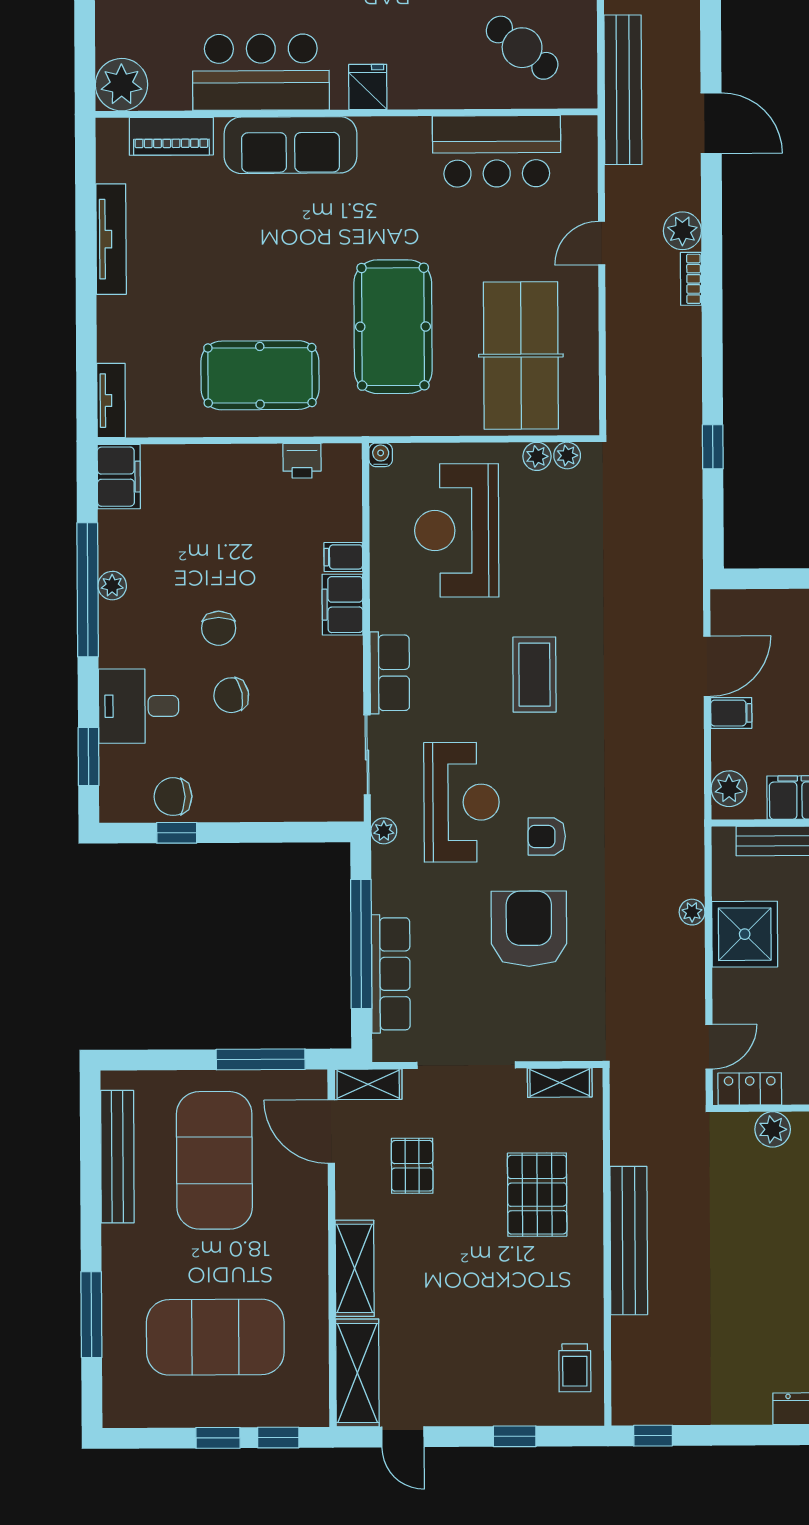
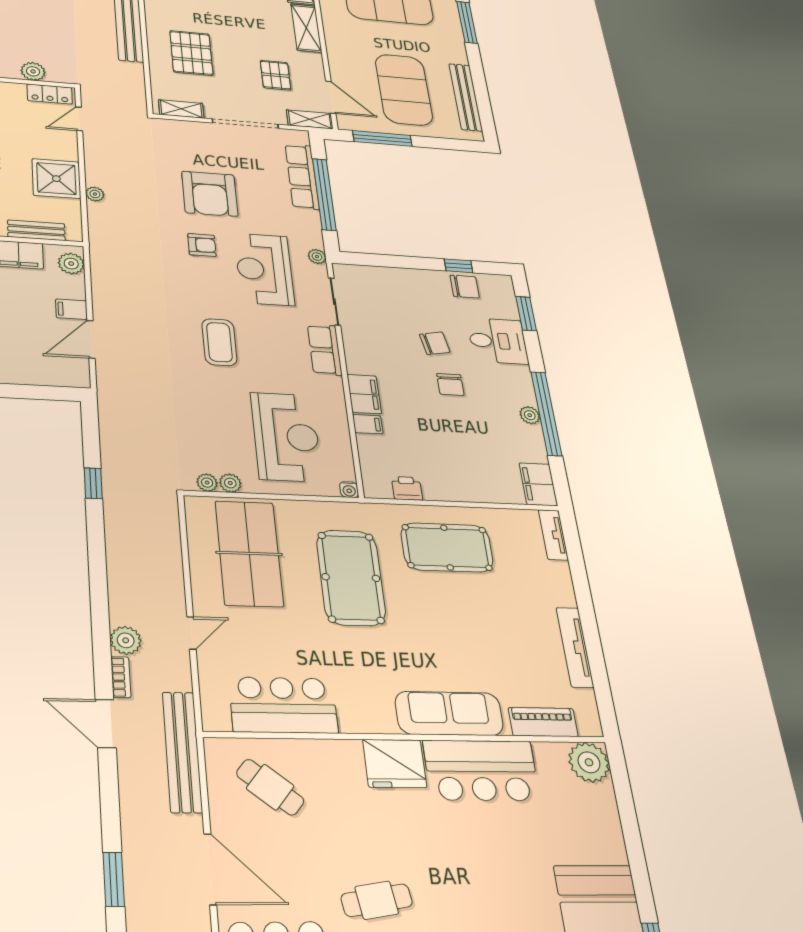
fridge: (368, 87) -> (395, 763), width x1.88, depth x1.34
bookcase: (691, 279) -> (121, 677), moved
chair: (219, 628) -> (450, 384), turned 180

